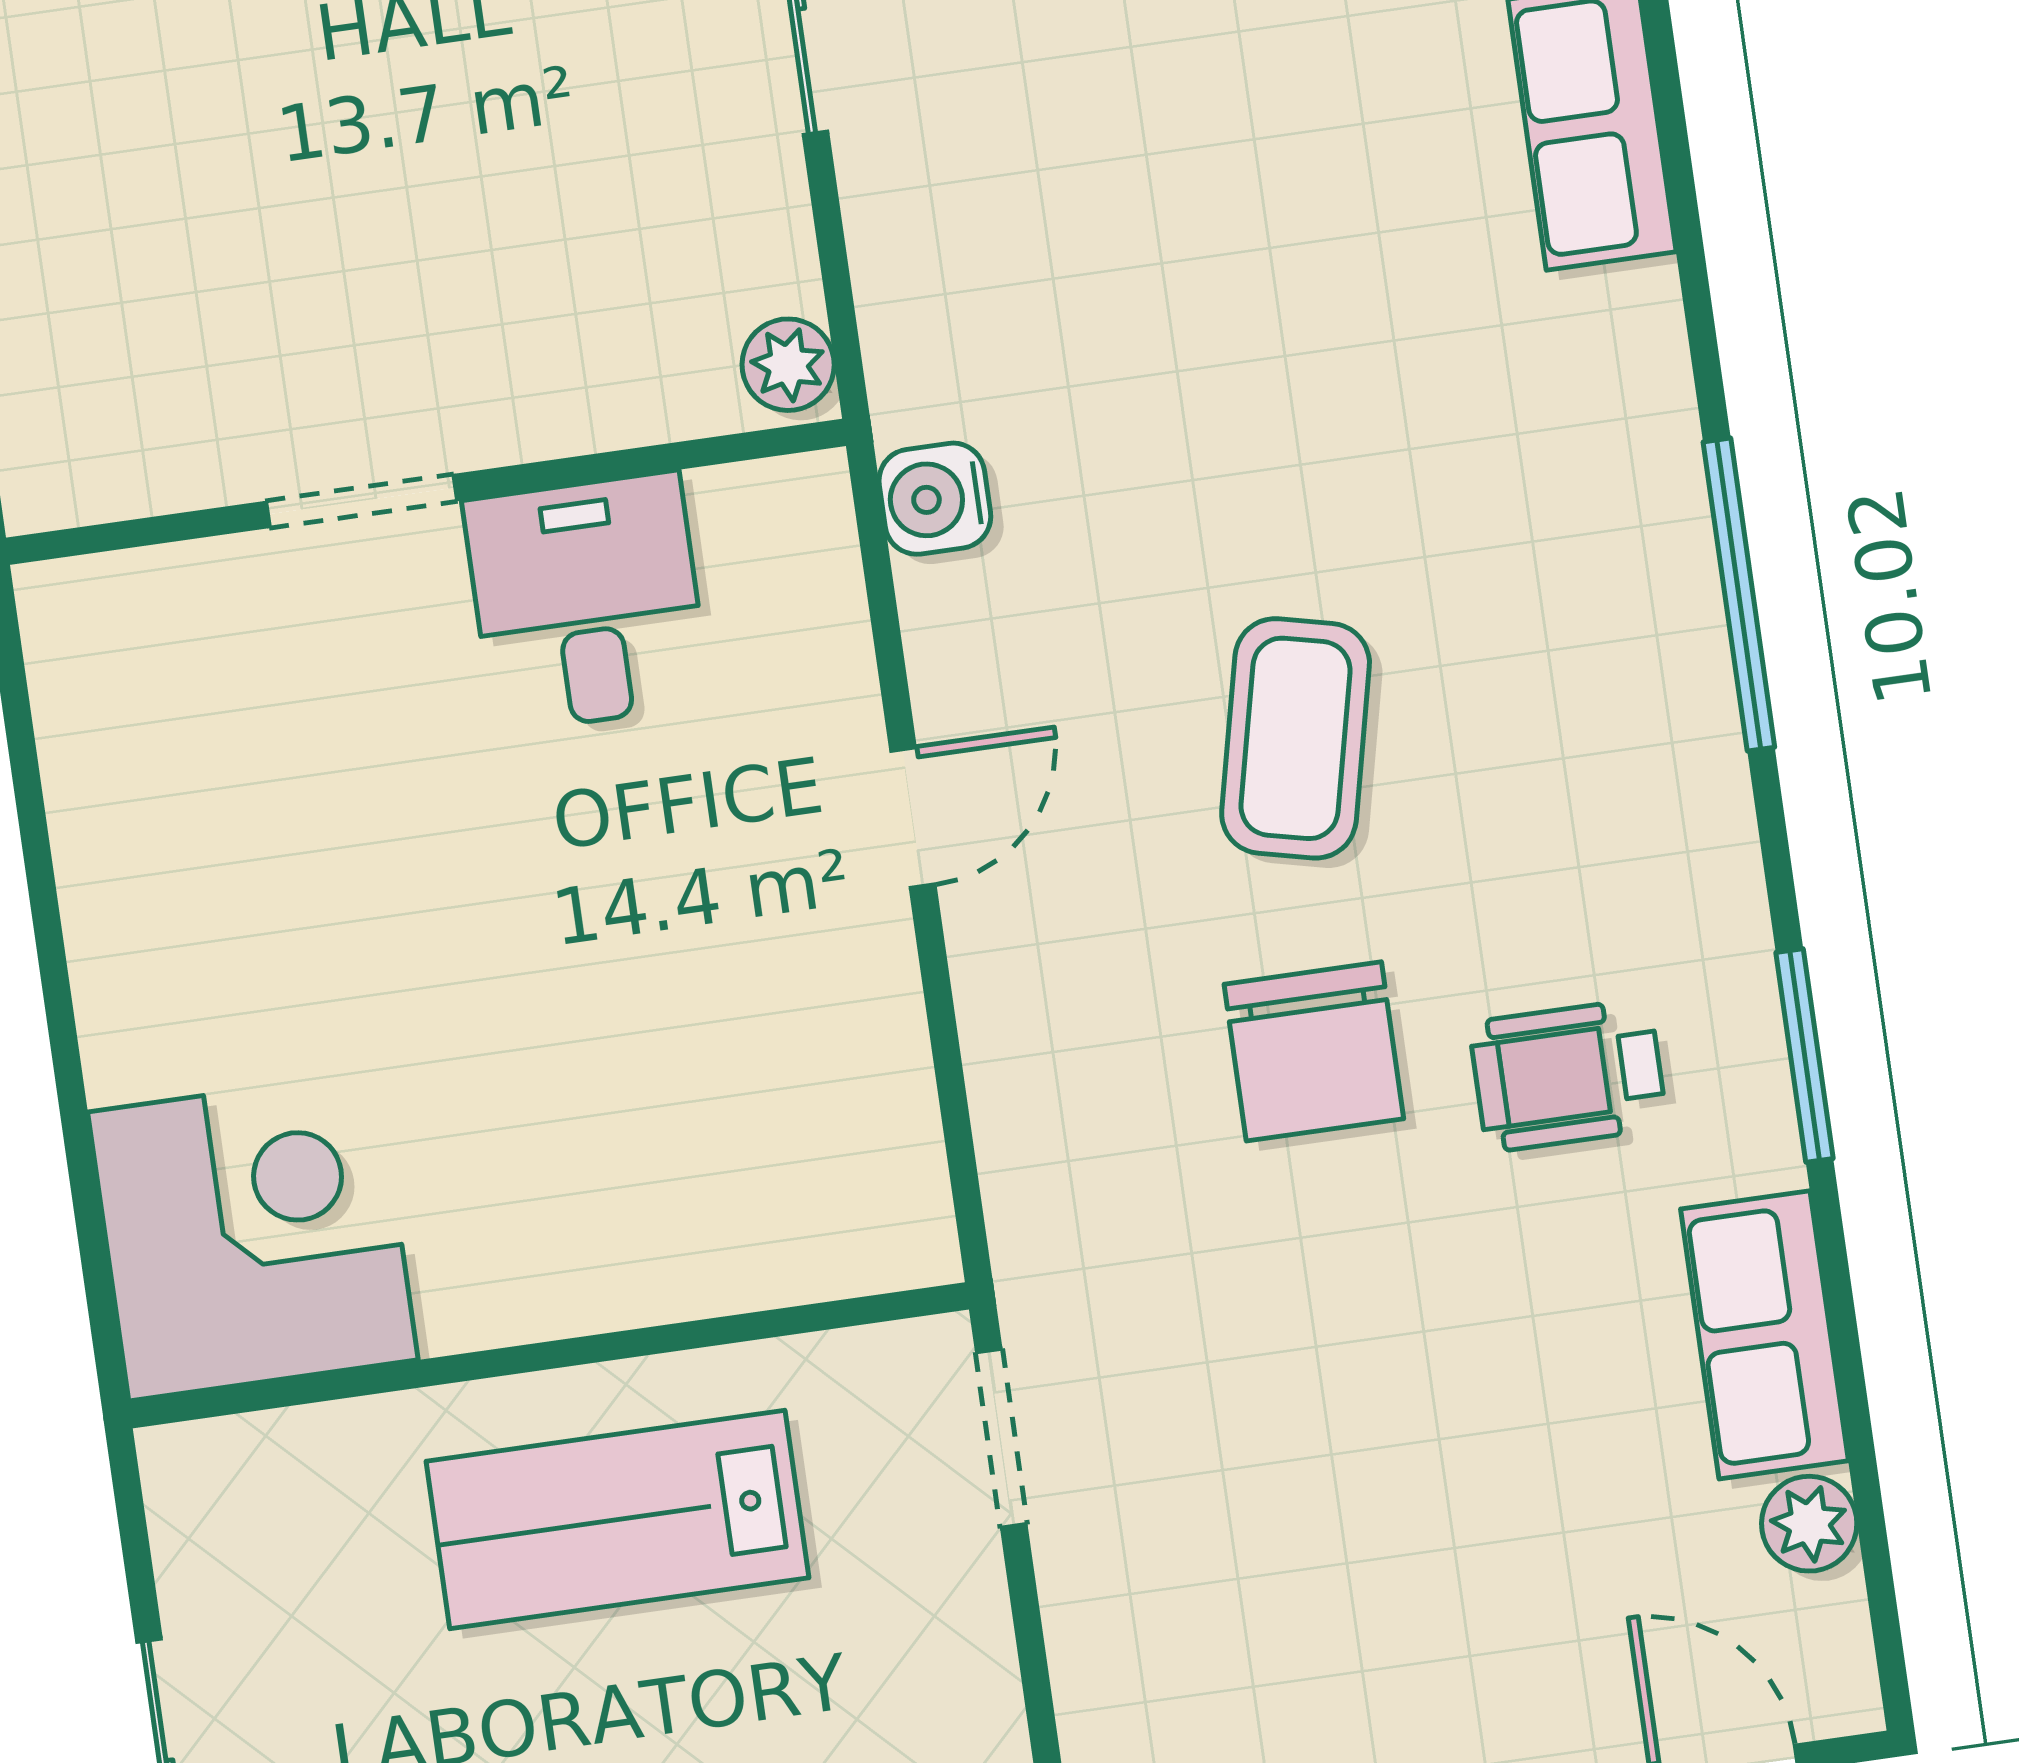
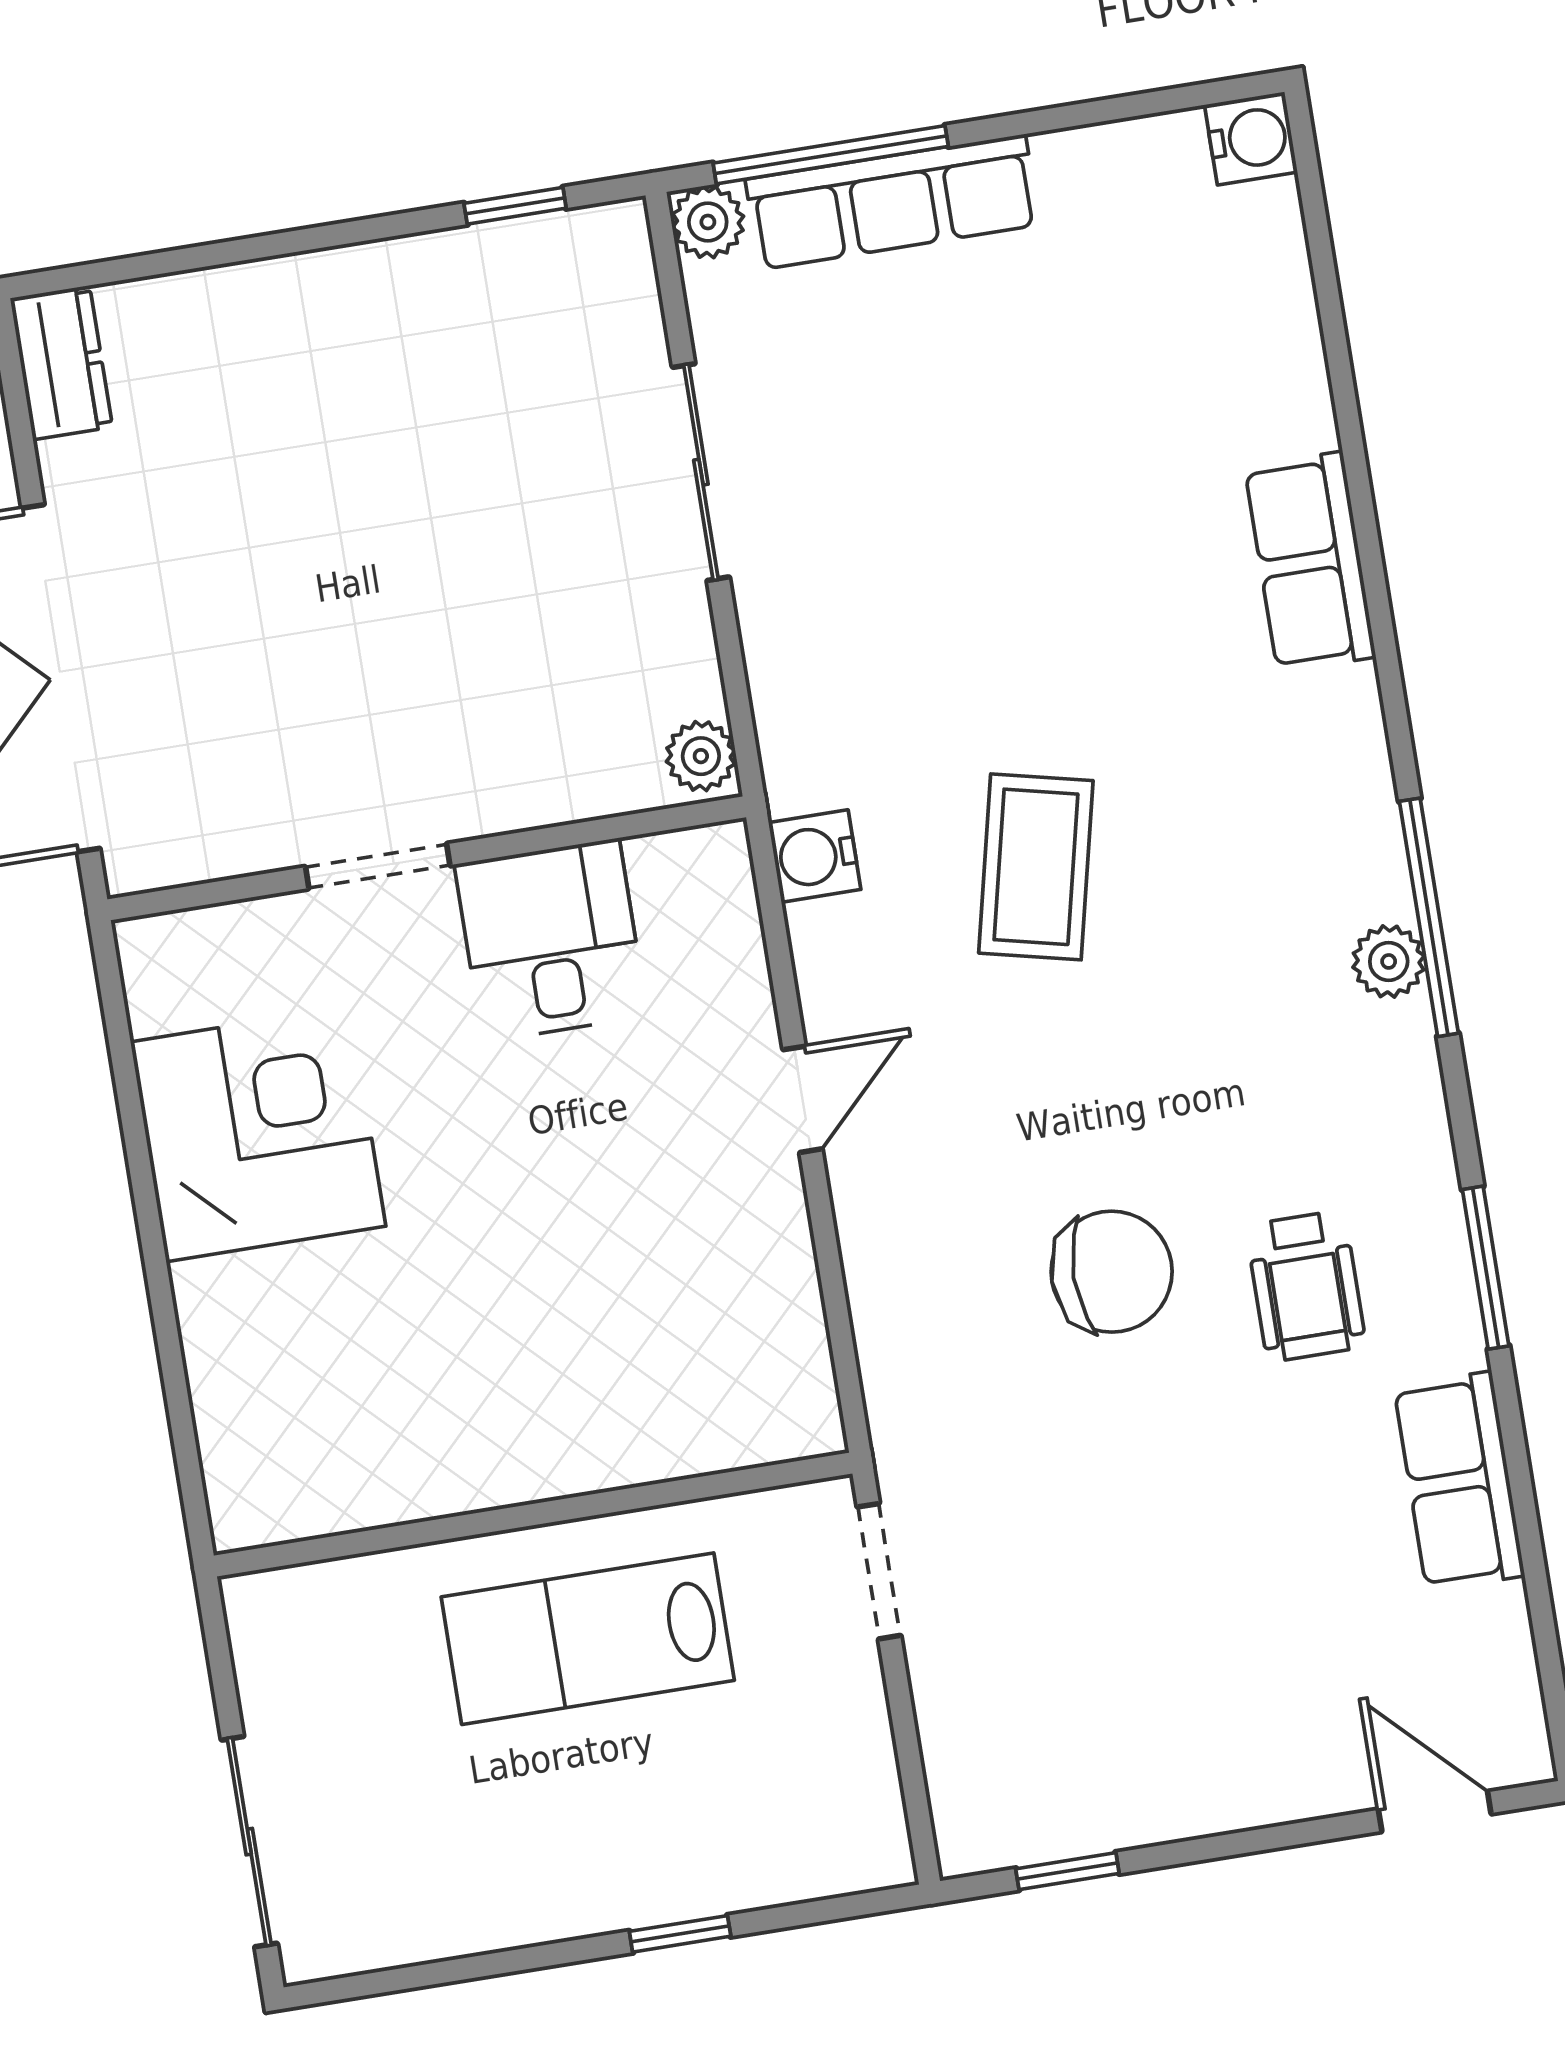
coffee table: (1296, 738) -> (1036, 867), moved
chair: (1314, 1051) -> (1112, 1272), turned -90
wheelchair: (1568, 1075) -> (1306, 1286), turned -90
corner desk: (253, 1236) -> (258, 1134), moved
plant: (1809, 1524) -> (1389, 961), moved

